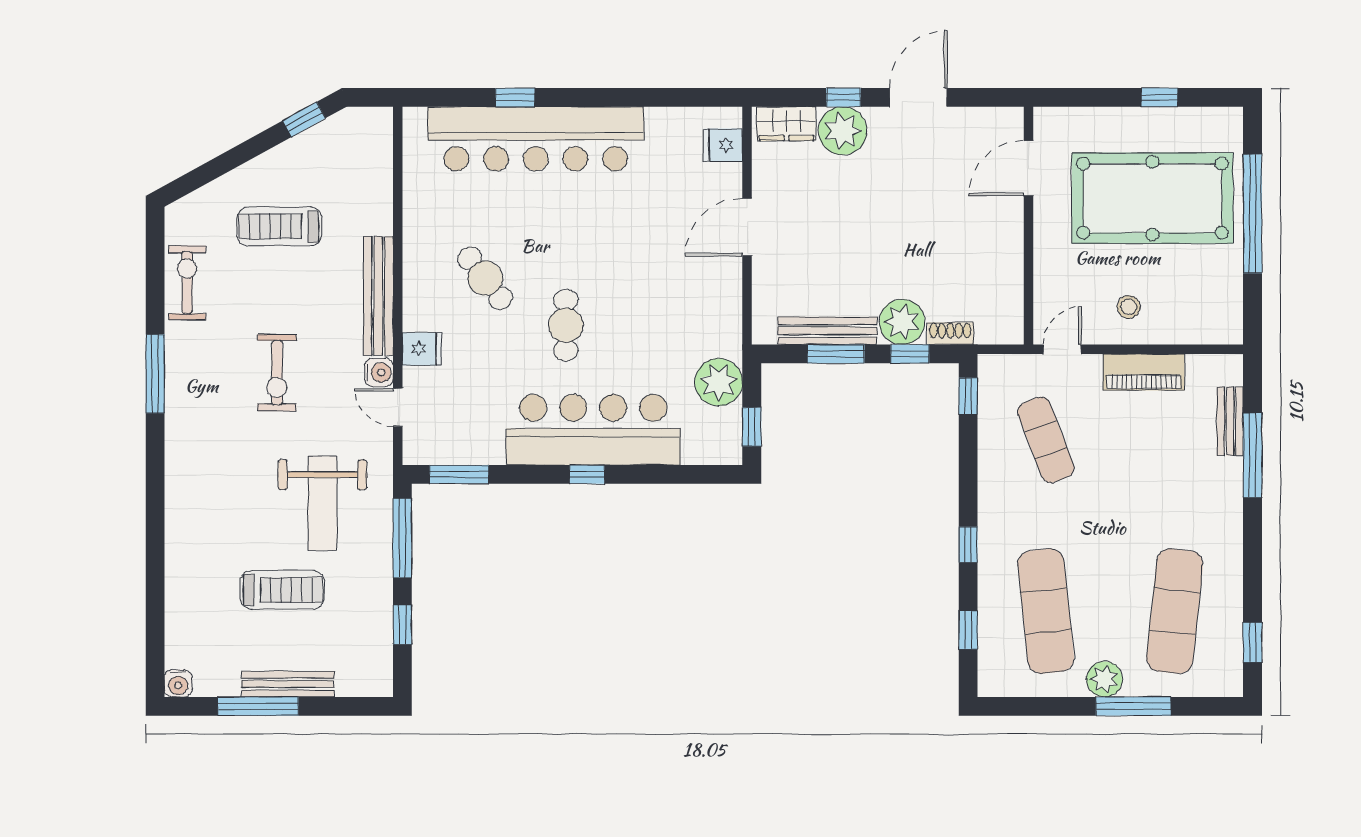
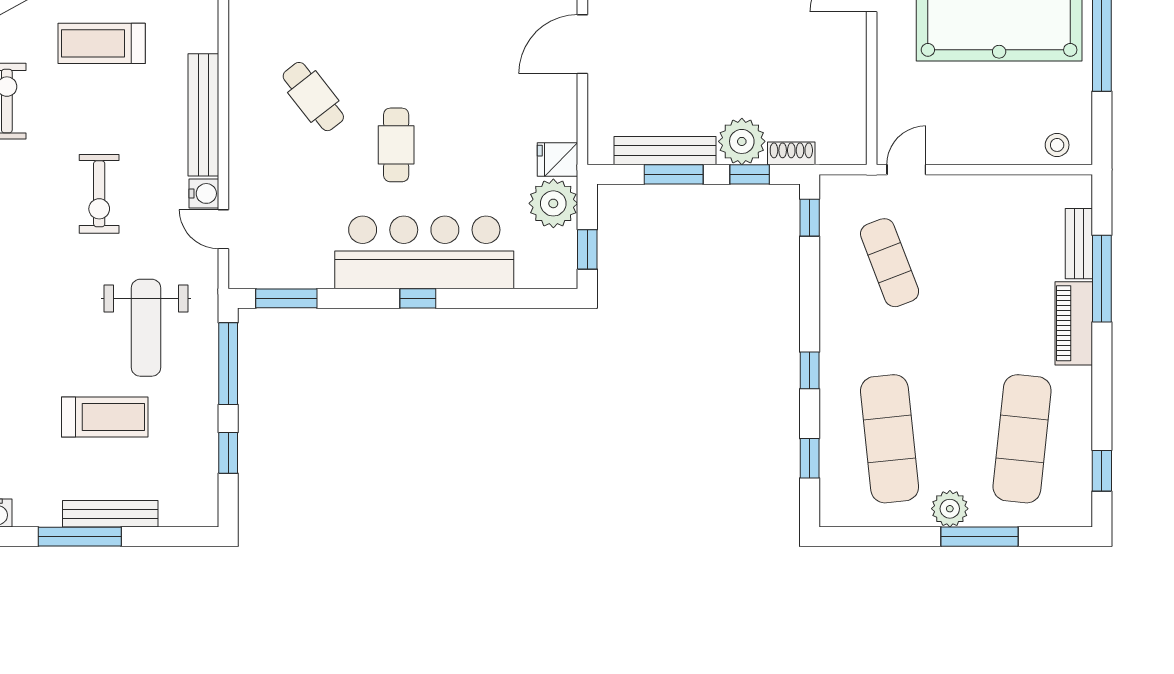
stool: (1129, 307) -> (1057, 145), moved
fridge: (422, 349) -> (557, 159), moved, turned 180
piano: (1144, 372) -> (1074, 323), moved, turned 90

